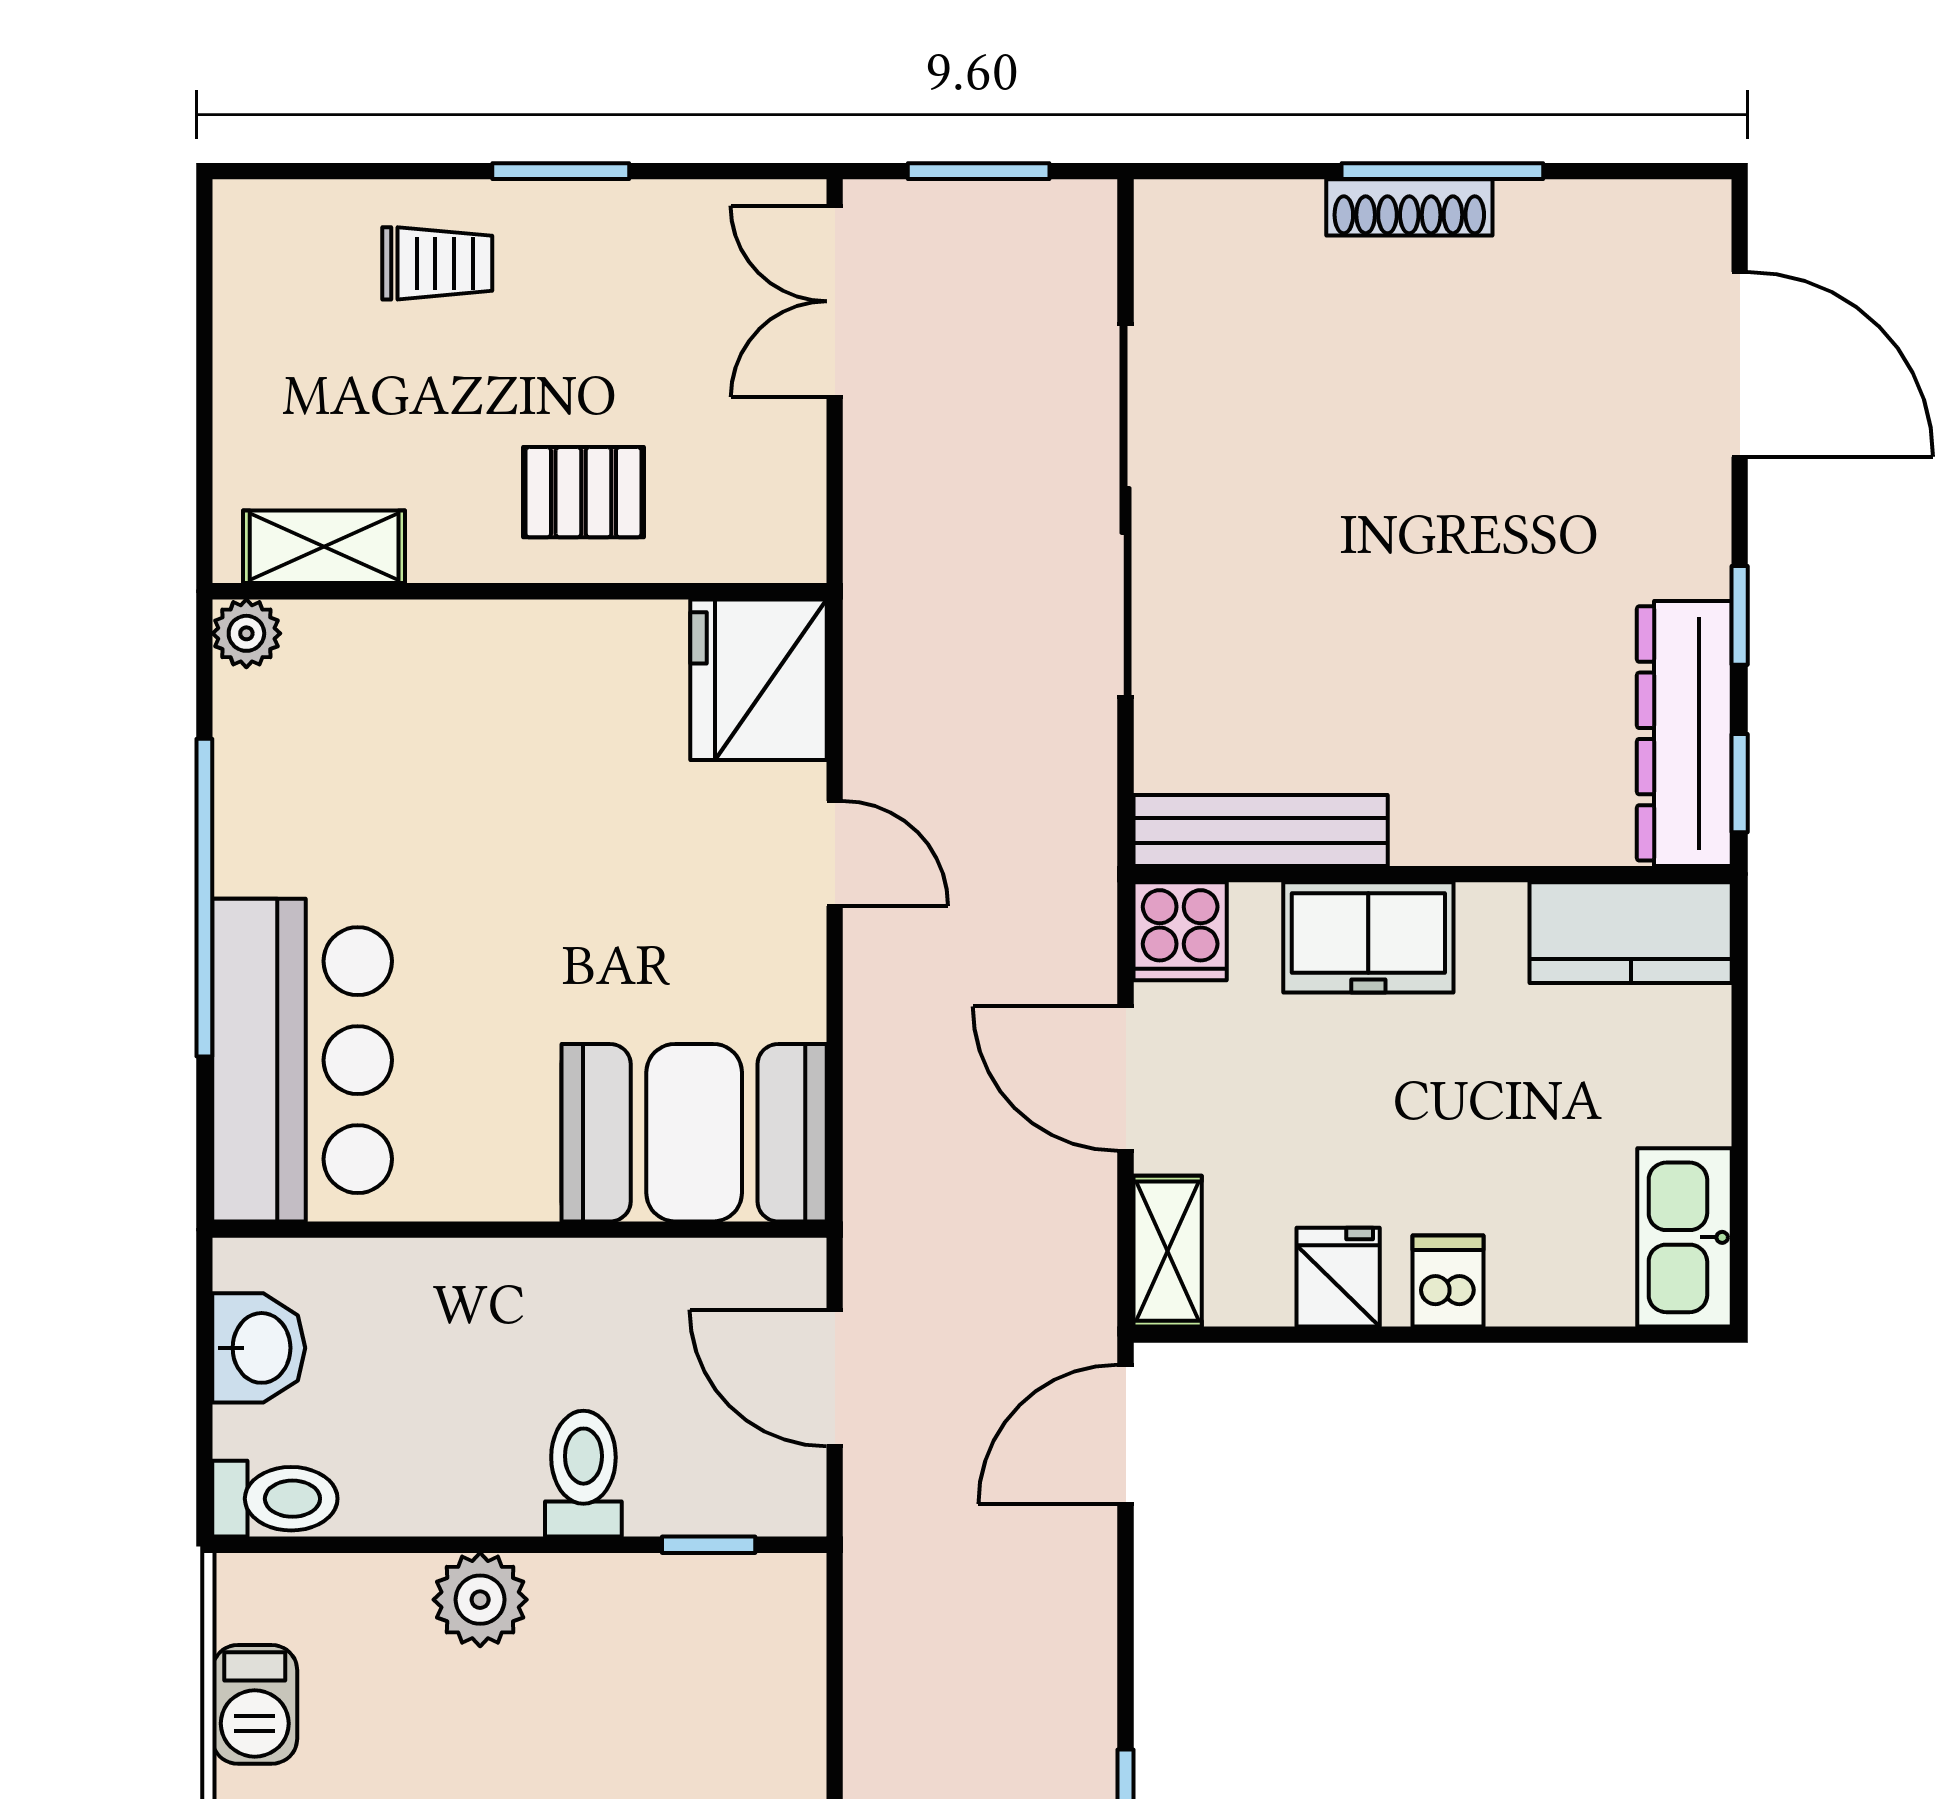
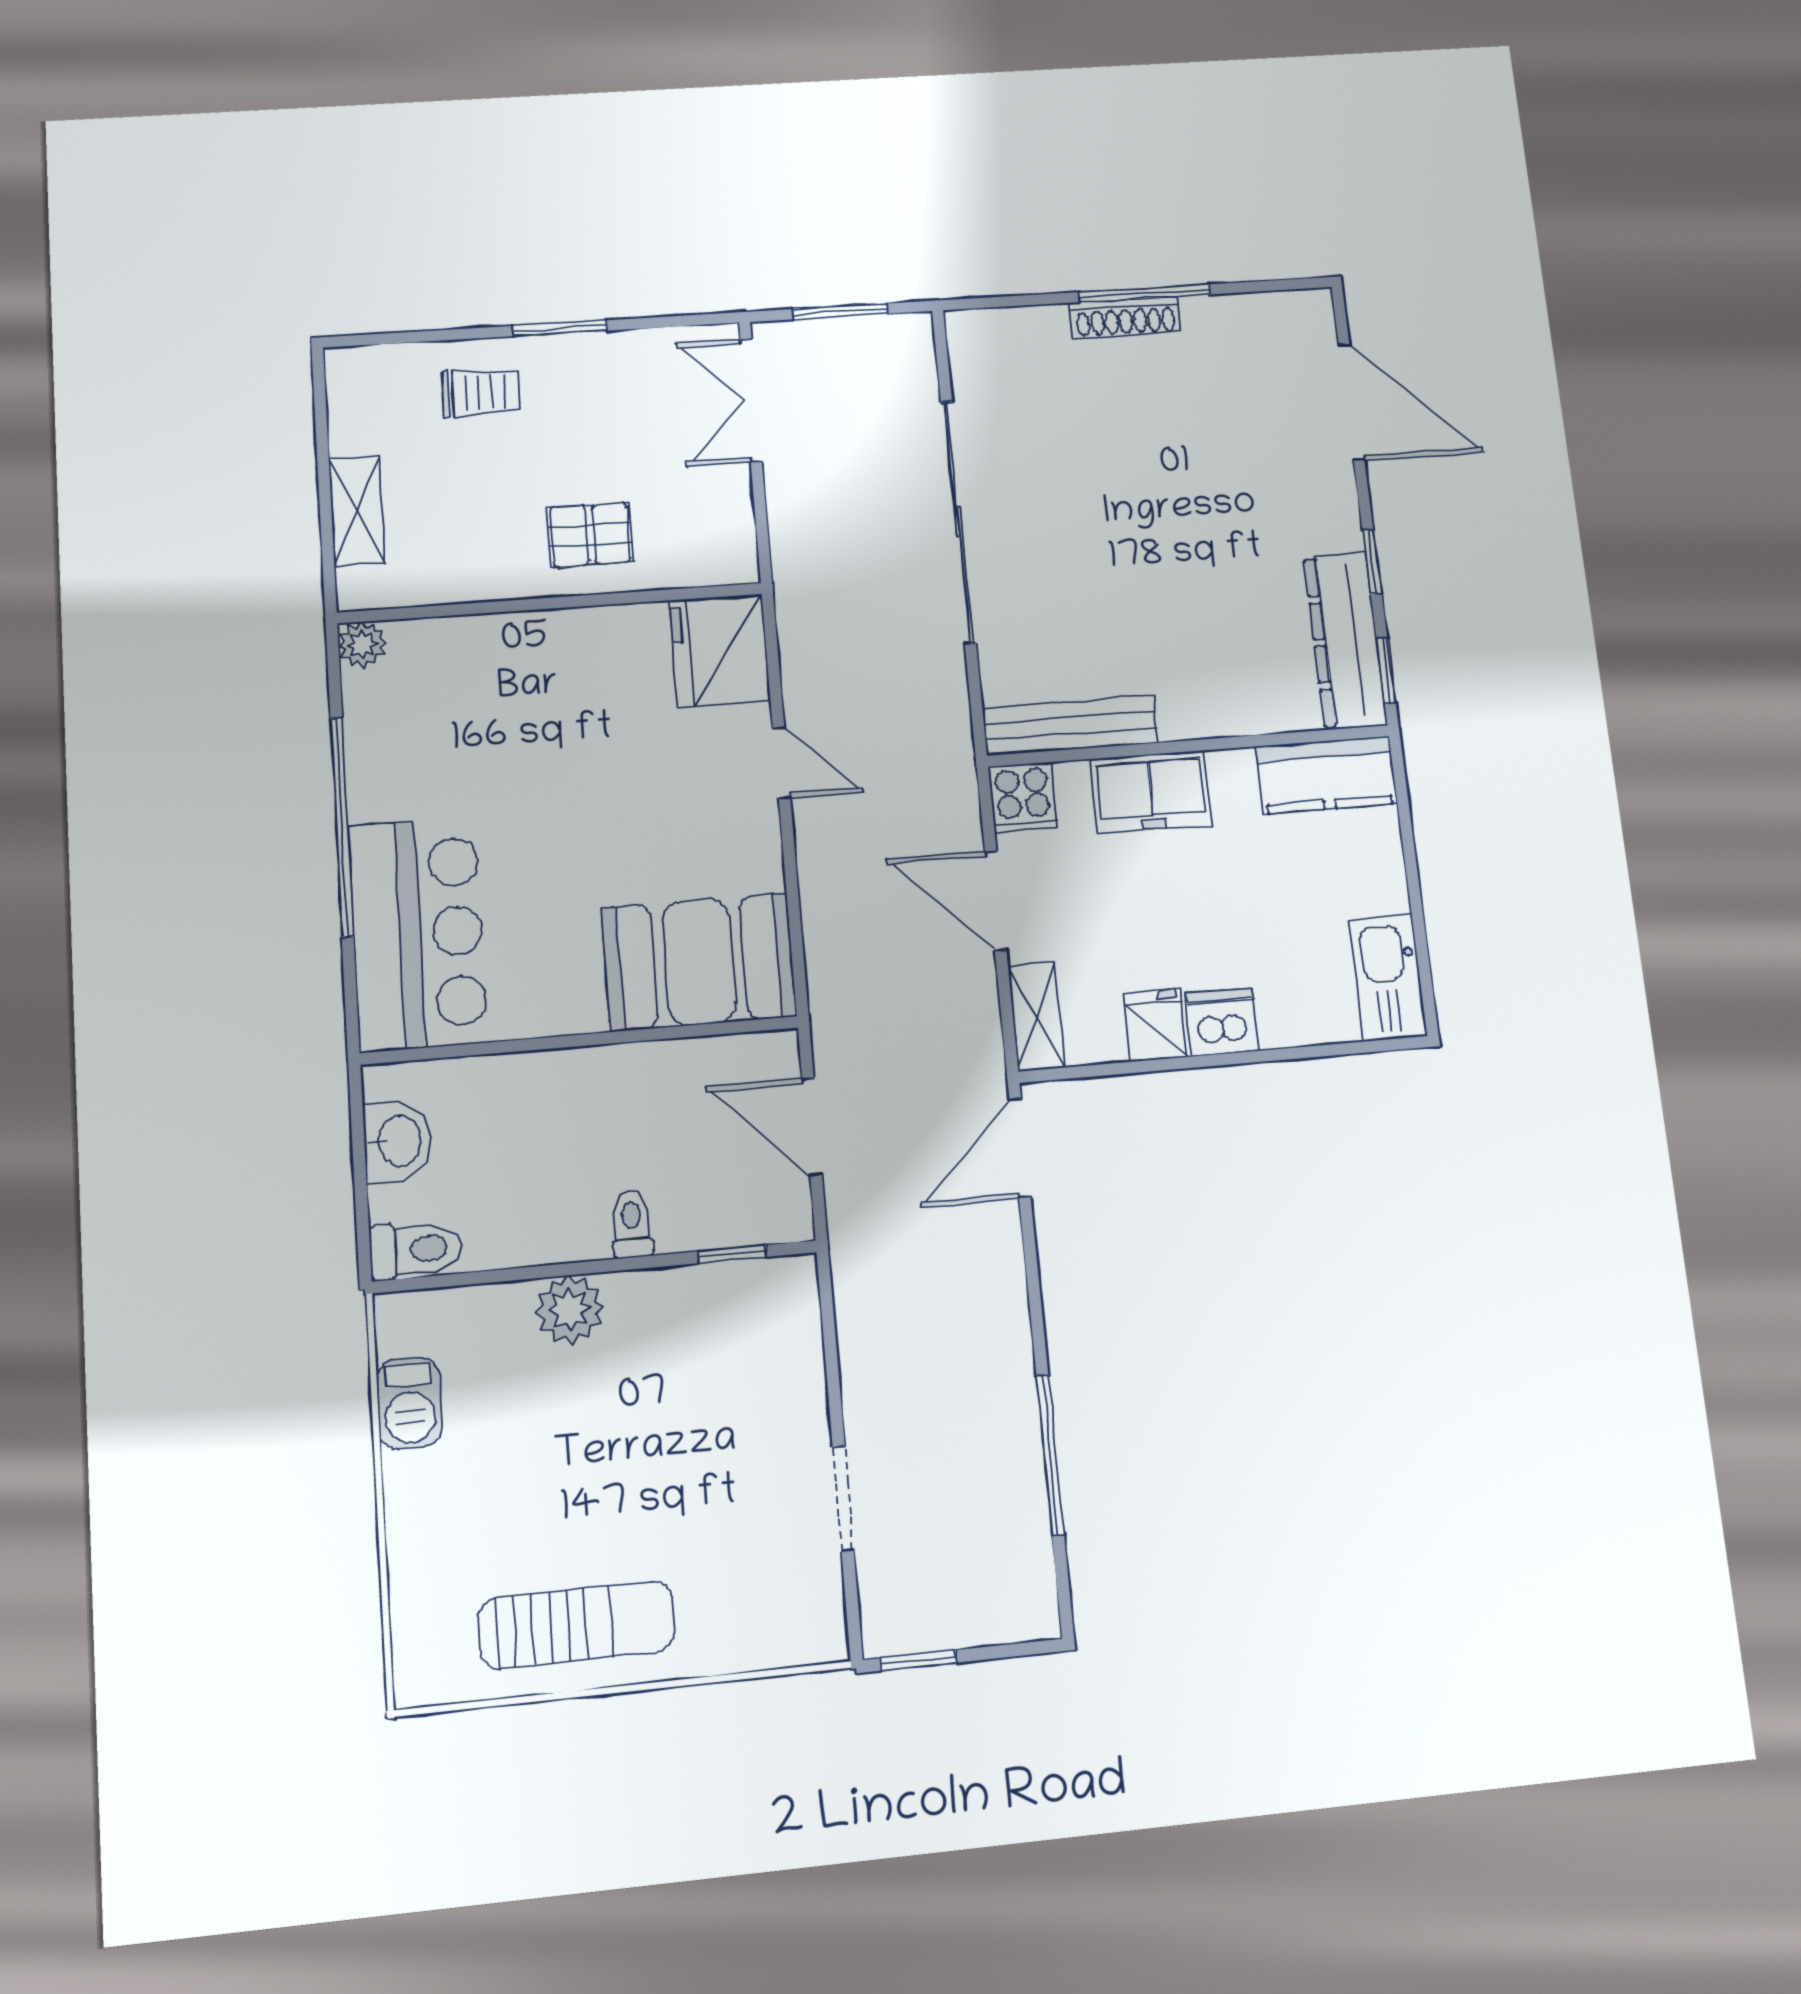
shelving: (324, 547) -> (357, 511), moved, turned 90
dishwasher: (1448, 1281) -> (1222, 1022), width x1.38
toilet: (583, 1474) -> (632, 1224), width x0.73, depth x0.72

